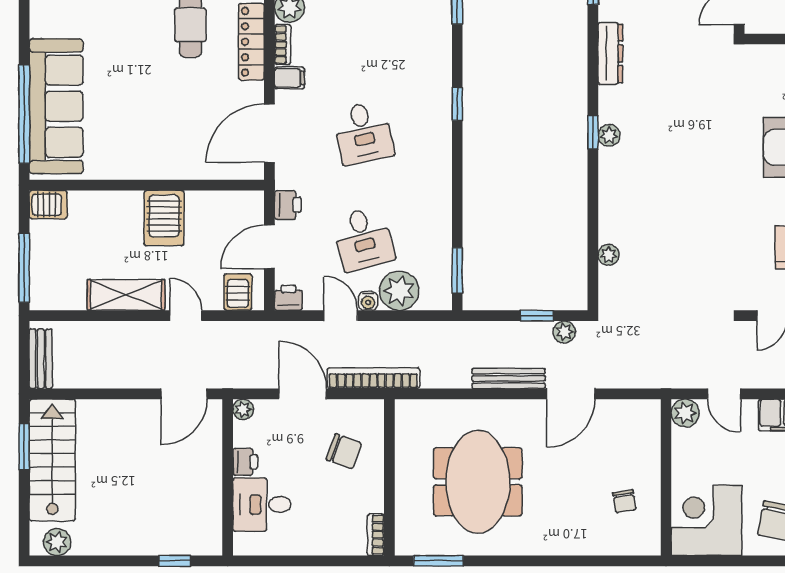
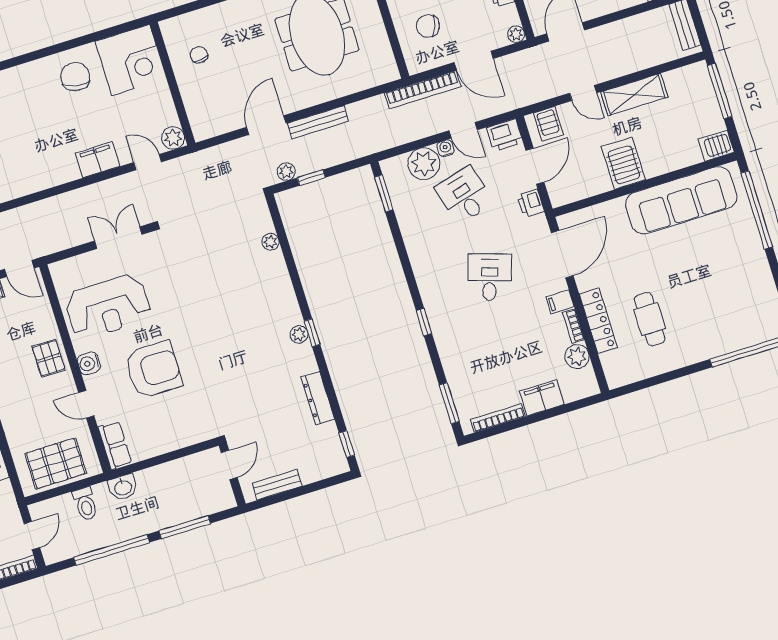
sofa: (56, 106) -> (681, 200), moved, turned -90
desk: (363, 133) -> (490, 277), turned 30
printer: (288, 298) -> (505, 135), width x1.36, depth x1.24

